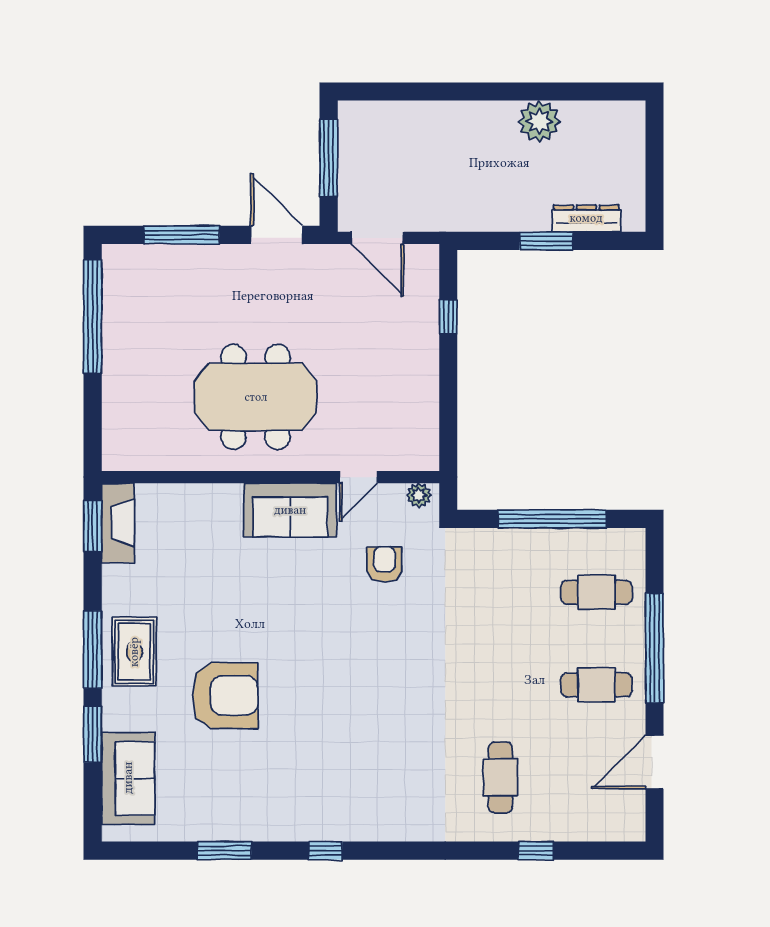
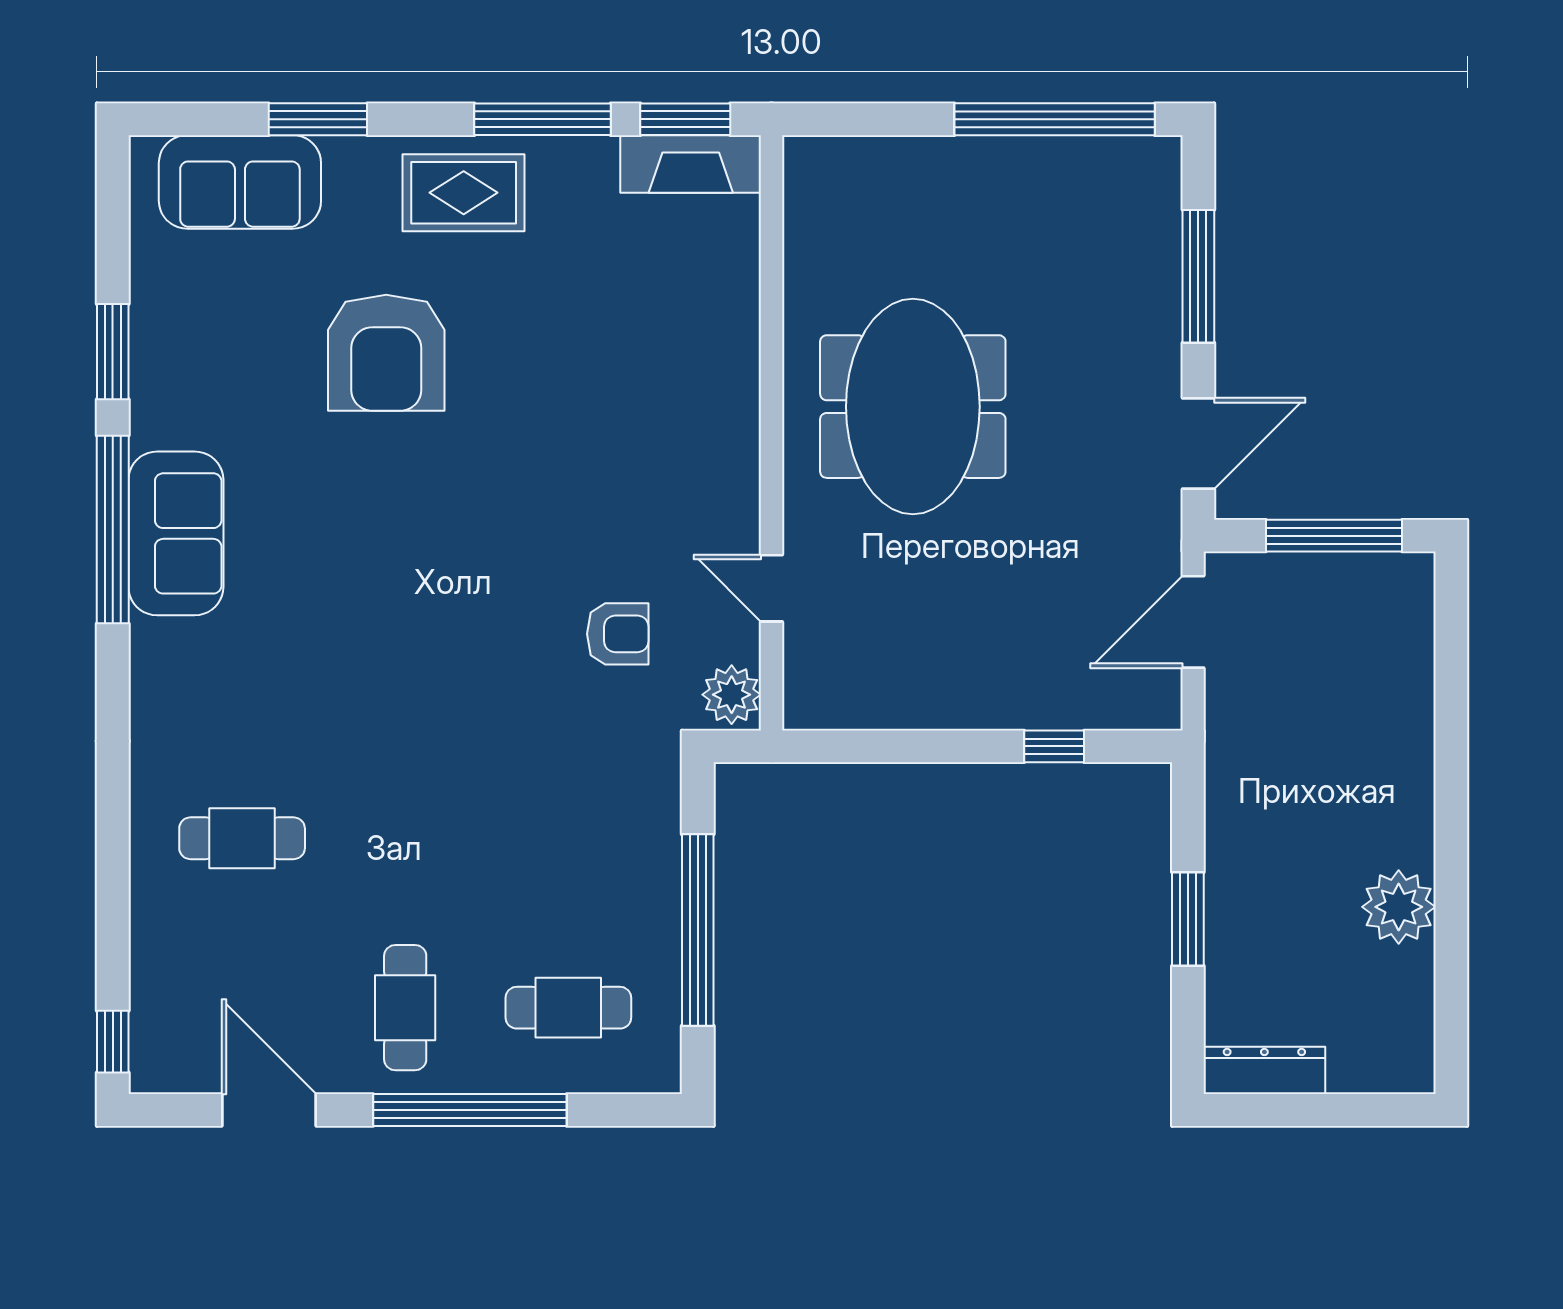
dresser: (586, 218) -> (1264, 1070), moved, turned -90
plant: (419, 495) -> (732, 695), width x1.38, depth x1.38
sofa: (290, 510) -> (176, 533), moved, turned 180
cafe table: (596, 592) -> (568, 1008), turned 90
window: (93, 650) -> (542, 119), moved
window: (325, 851) -> (113, 529), width x3.17
window: (536, 851) -> (113, 1042), moved

